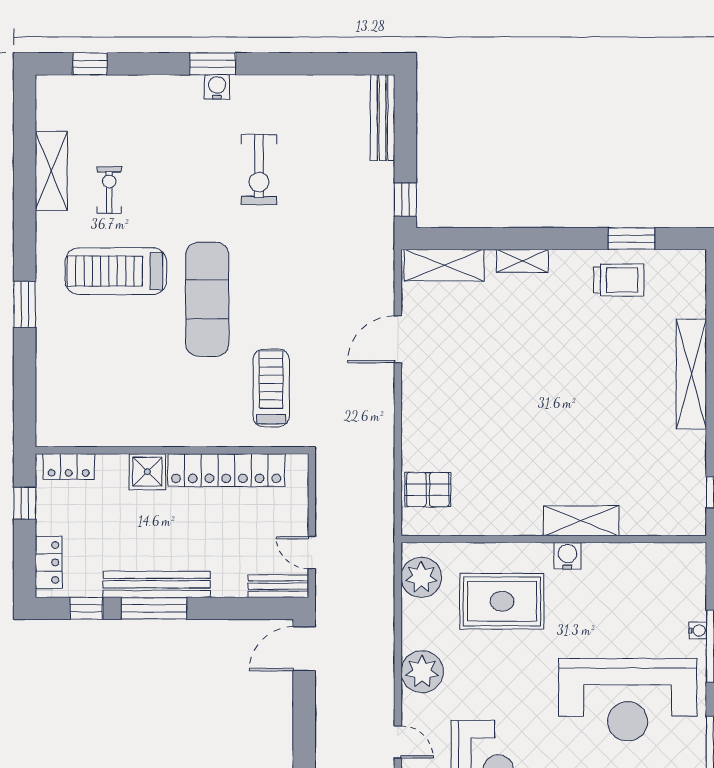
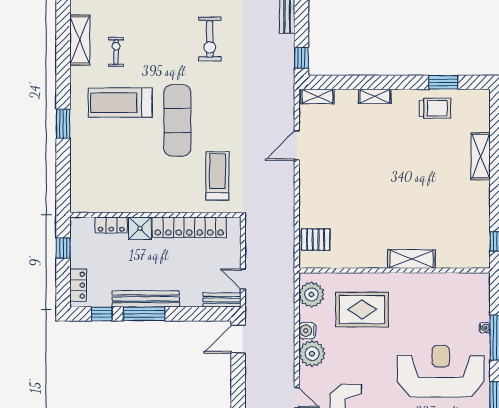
shelving: (444, 265) -> (317, 96), width x0.67, depth x0.75
shelving: (691, 374) -> (481, 156), width x0.68
locker: (69, 467) -> (111, 225), moved
water cooler: (567, 556) -> (307, 331), moved, turned -90
reception desk: (628, 700) -> (441, 371), turned 180

